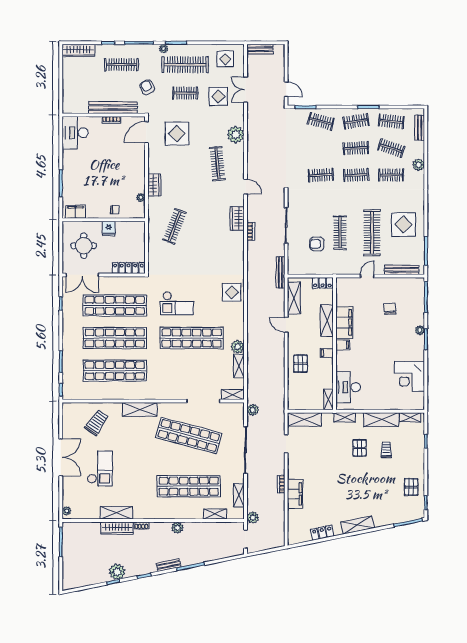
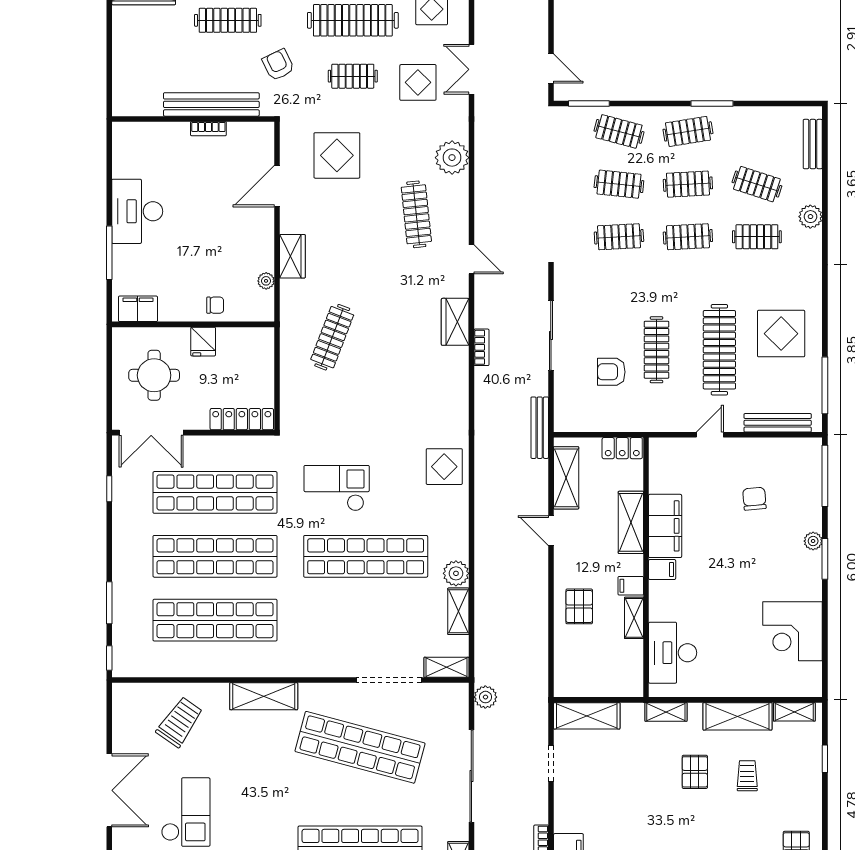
clothes rail: (391, 121) -> (619, 184), moved
door: (146, 132) -> (277, 186), moved
desk: (75, 133) -> (137, 211), moved
checkout: (177, 303) -> (337, 488), turned 180
shelving: (328, 399) -> (634, 618), moved

